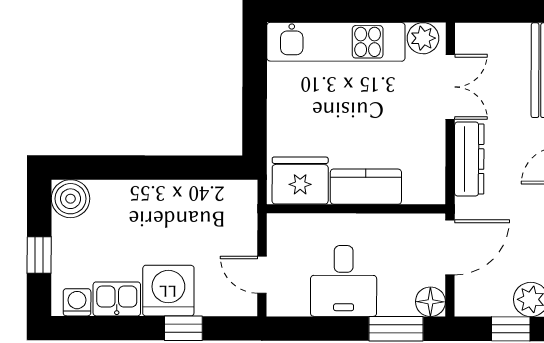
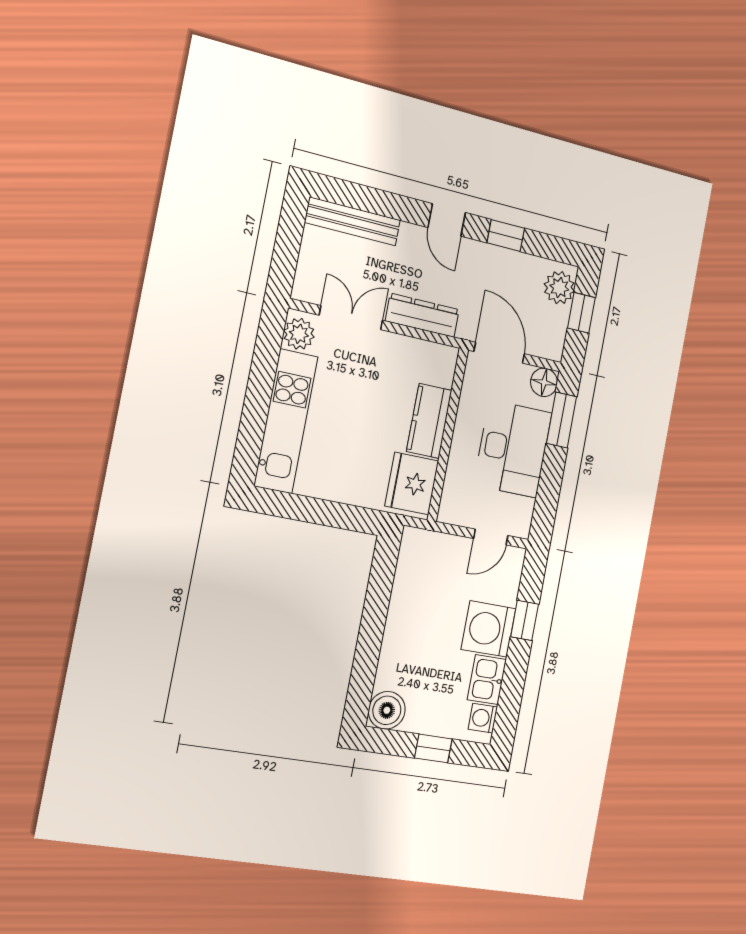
desk: (344, 281) -> (513, 449), width x1.37

